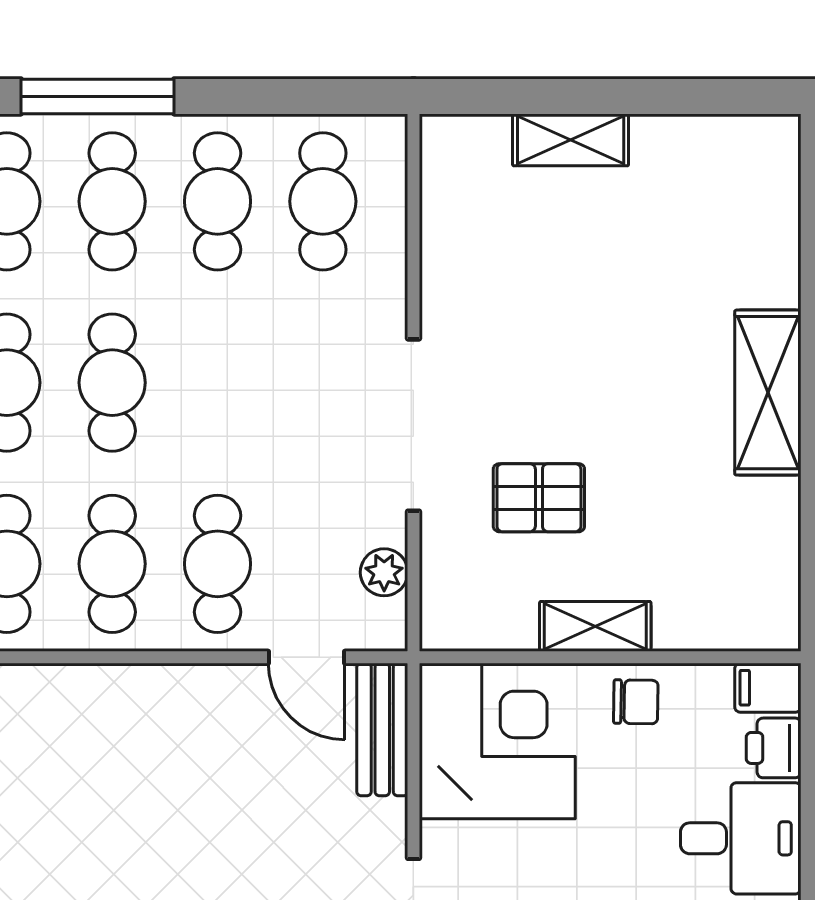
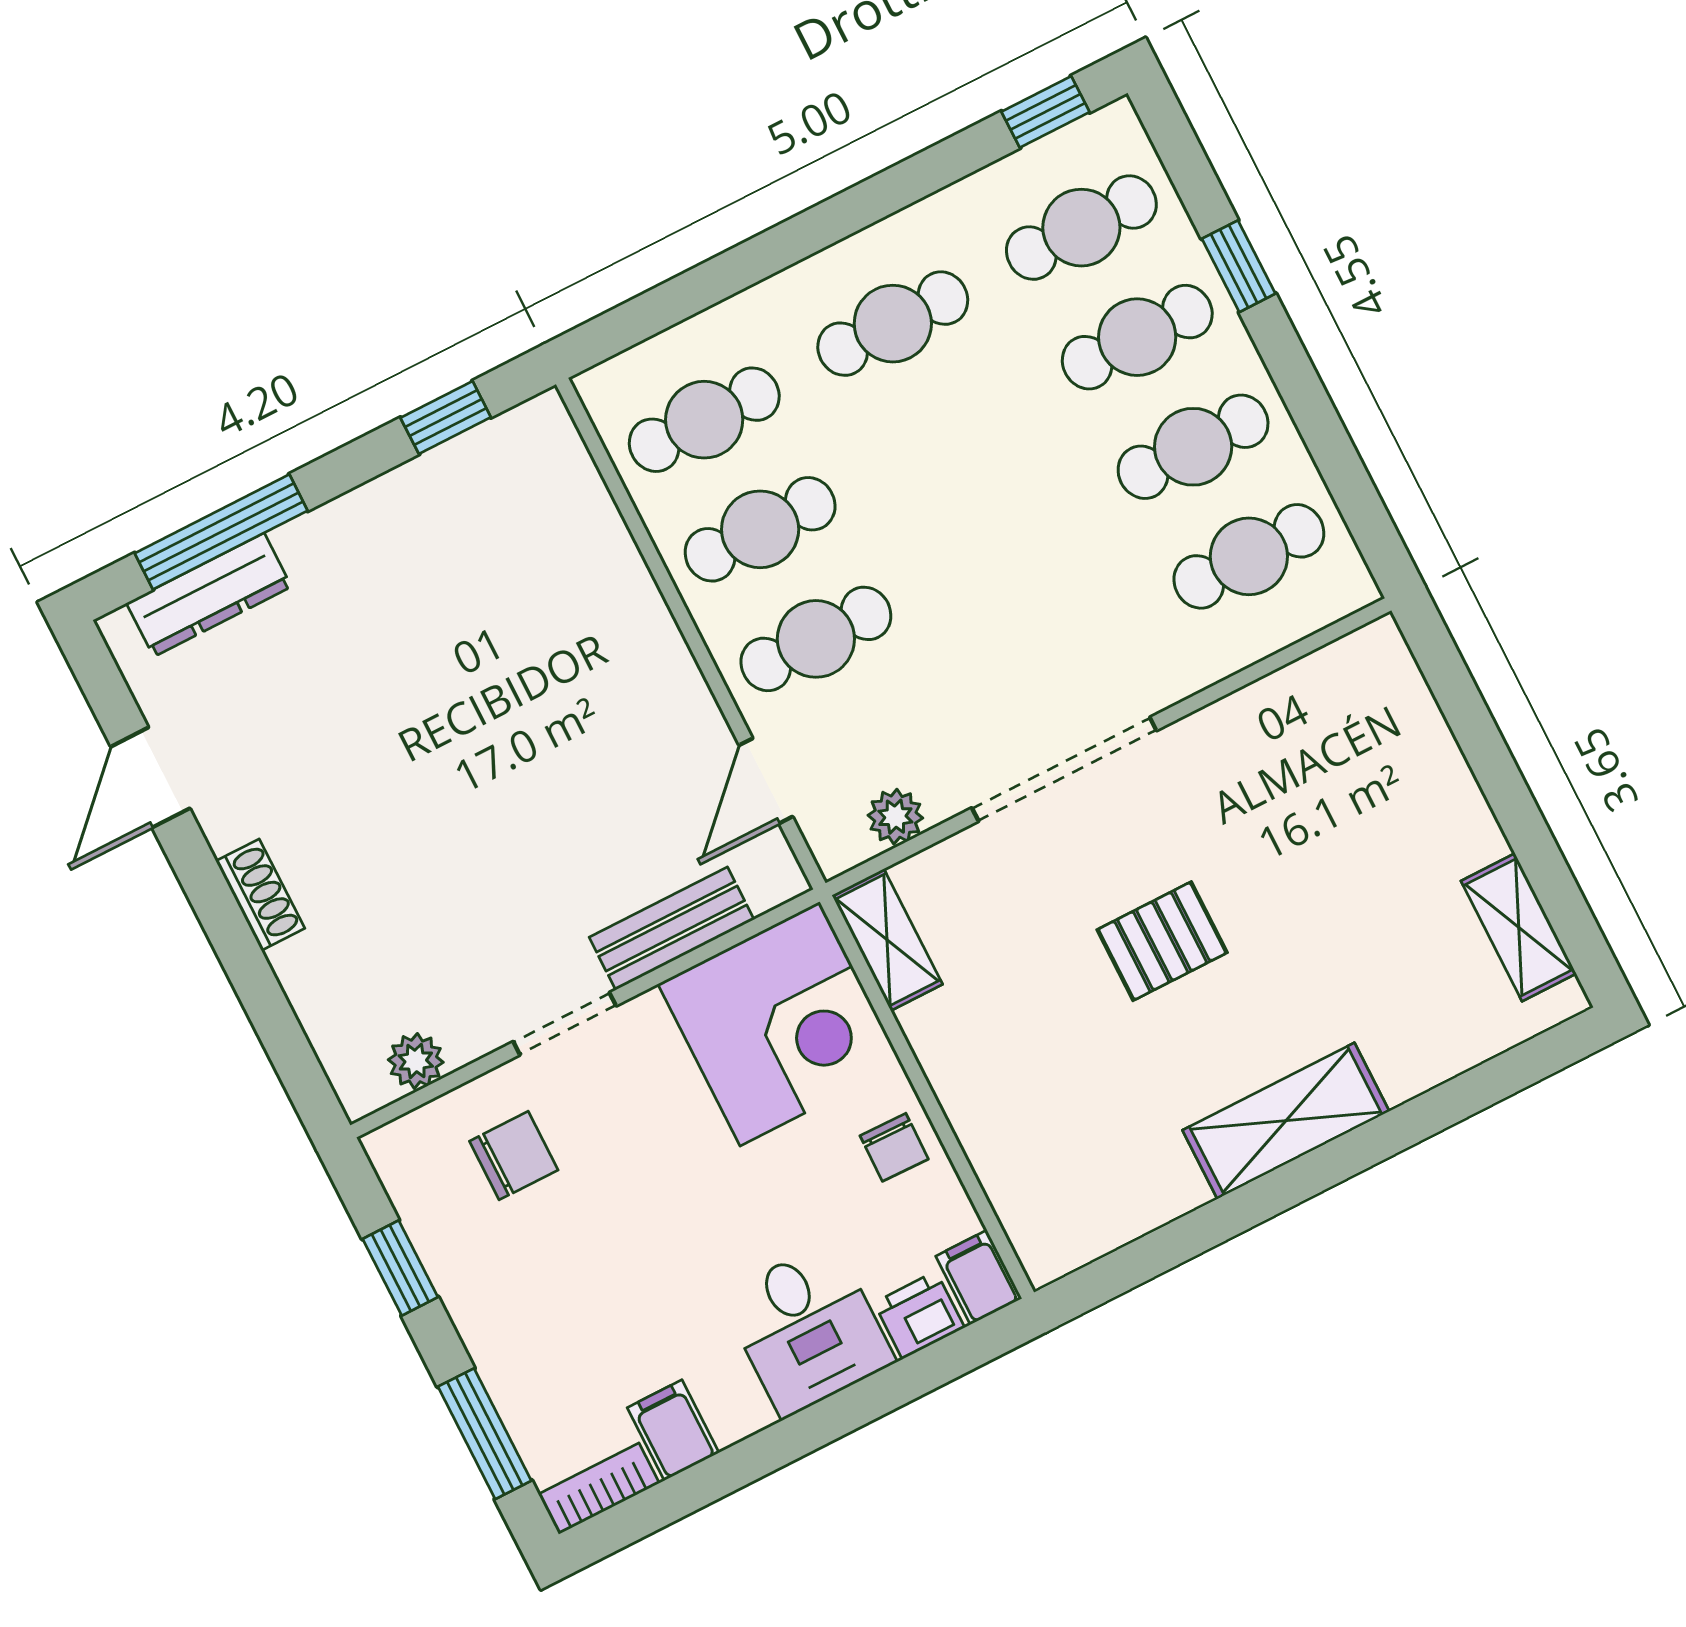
window: (97, 96) -> (1239, 266), width x0.46
shelving: (571, 140) -> (1519, 927), moved
cafe table: (112, 383) -> (949, 433), removed
pallet: (539, 498) -> (1162, 941), moved, turned 90
shelving: (595, 626) -> (887, 940), moved
bench: (382, 729) -> (672, 928), moved

